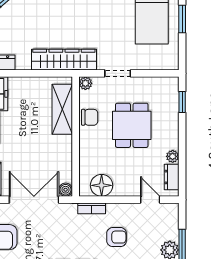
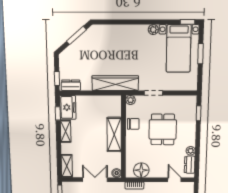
shelving: (62, 109) -> (114, 135), moved
double door: (34, 200) -> (95, 180), width x0.73

